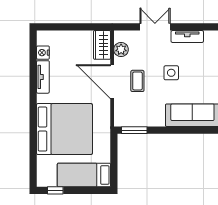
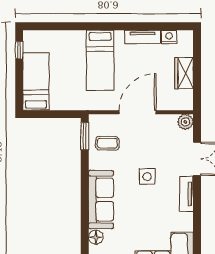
wardrobe: (102, 45) -> (184, 73), moved, turned -90
plant: (121, 49) -> (185, 122), moved
coffee table: (137, 81) -> (107, 143), moved
bed: (64, 129) -> (100, 60), width x0.49

